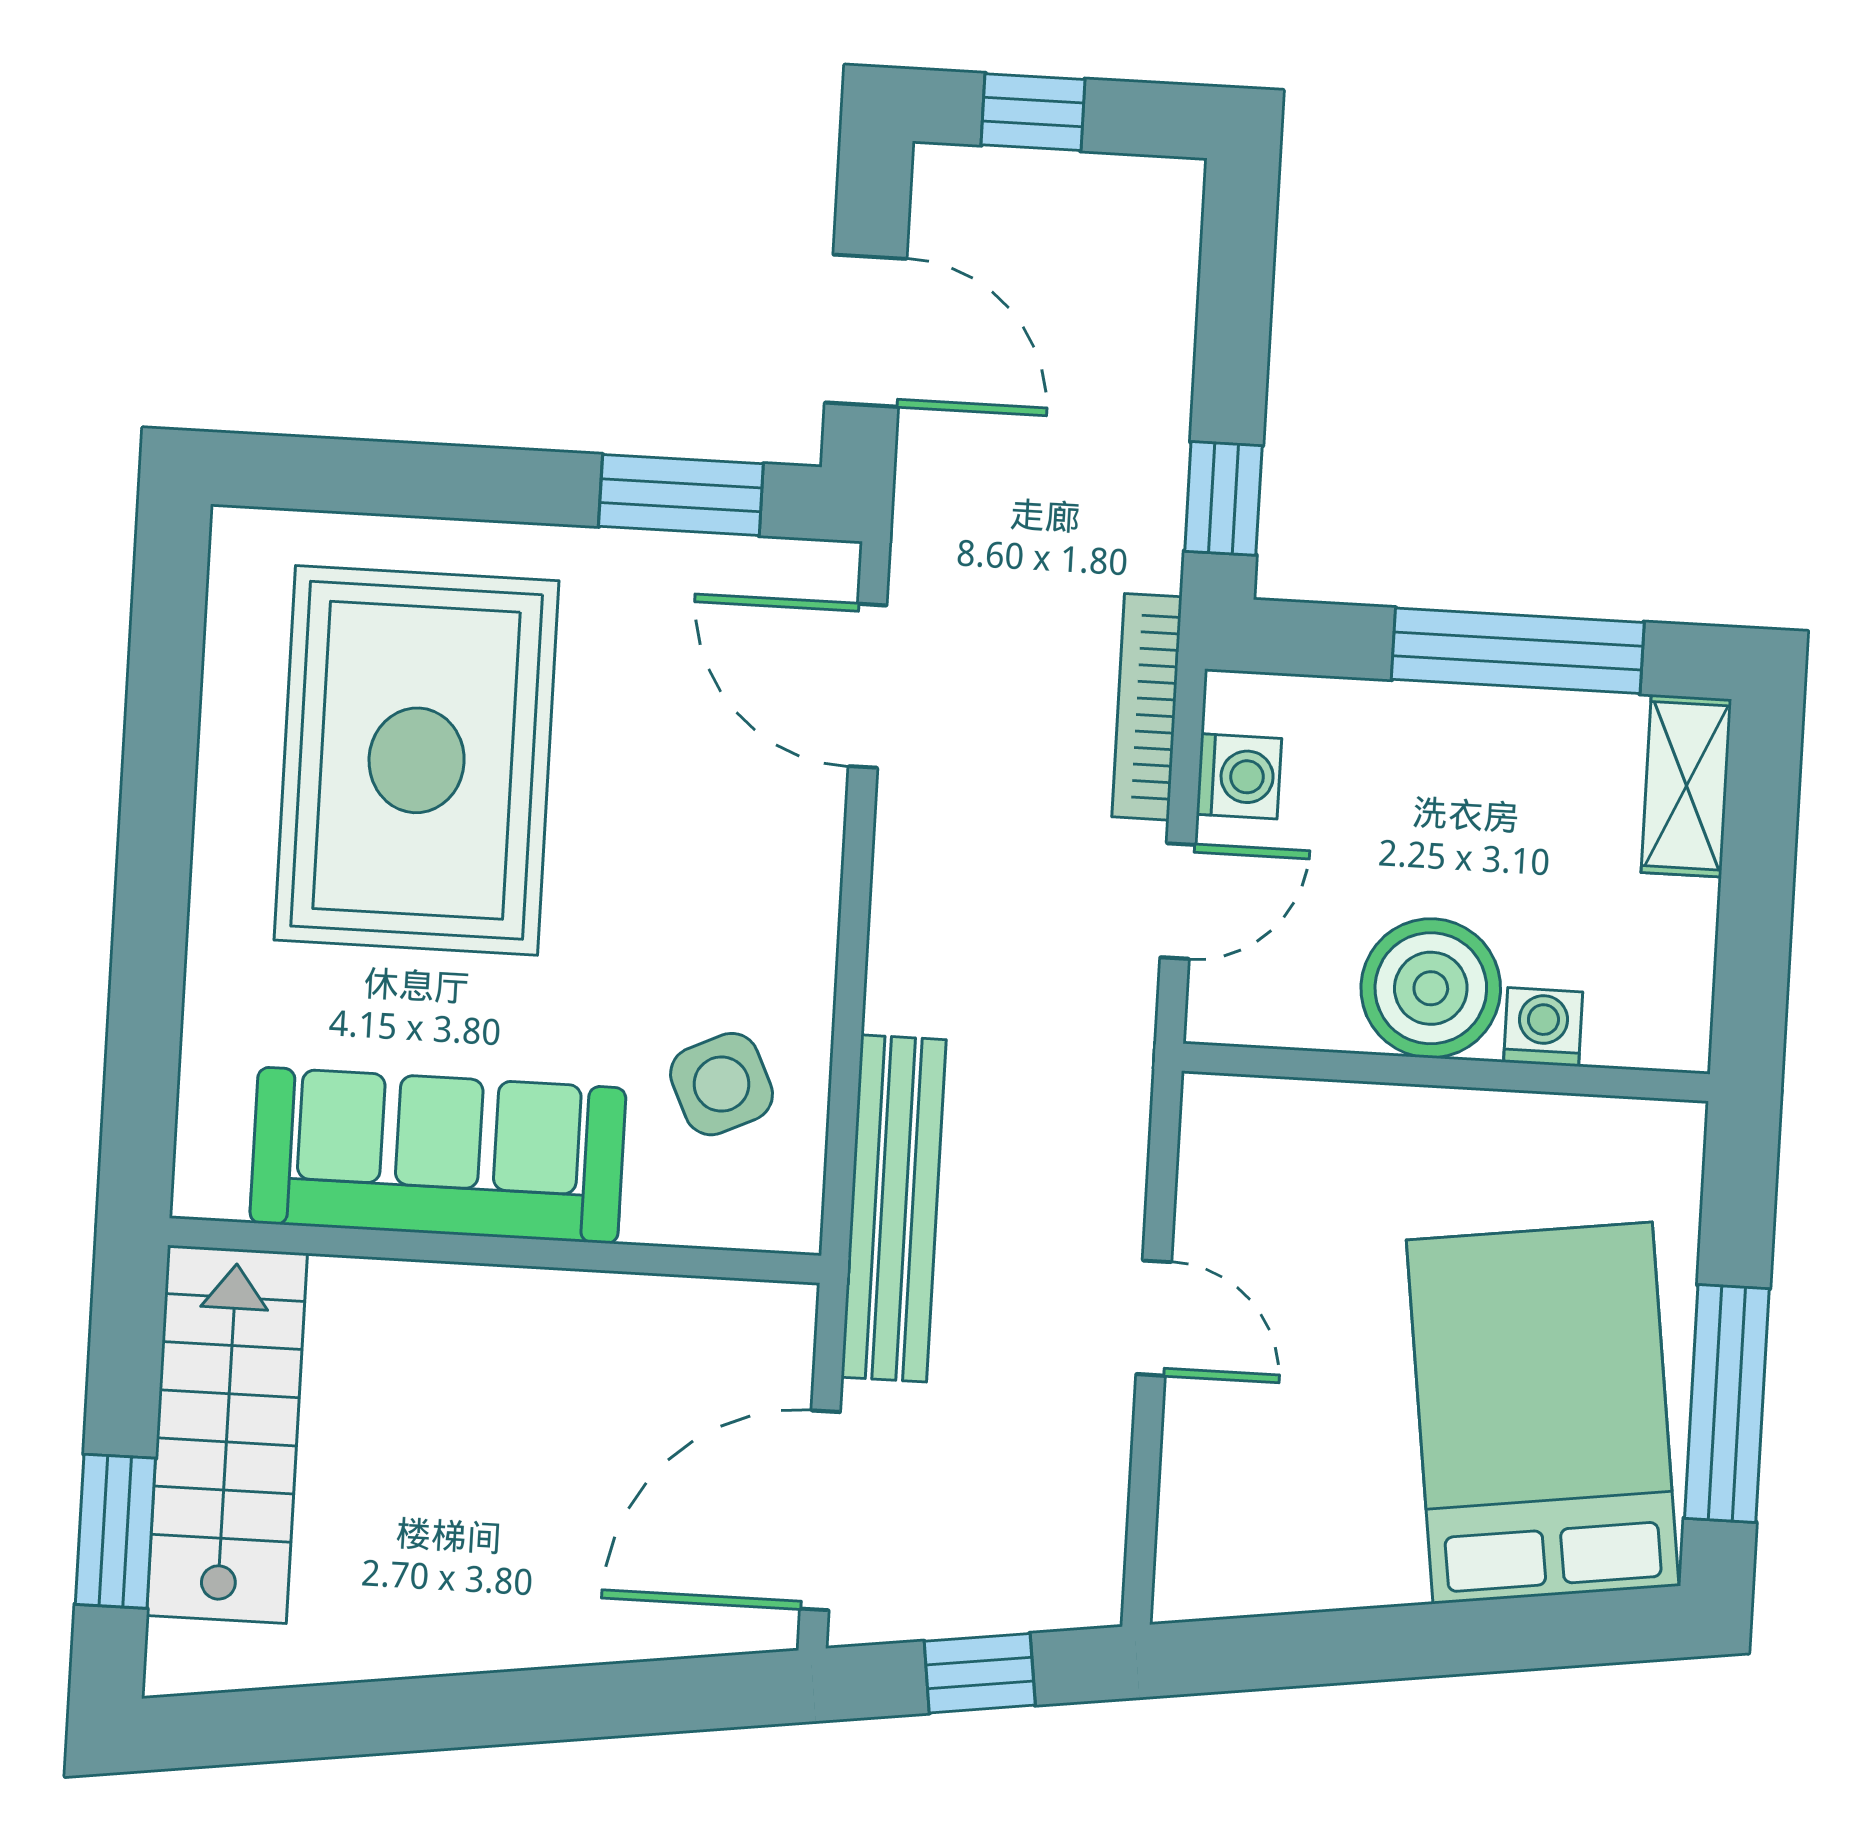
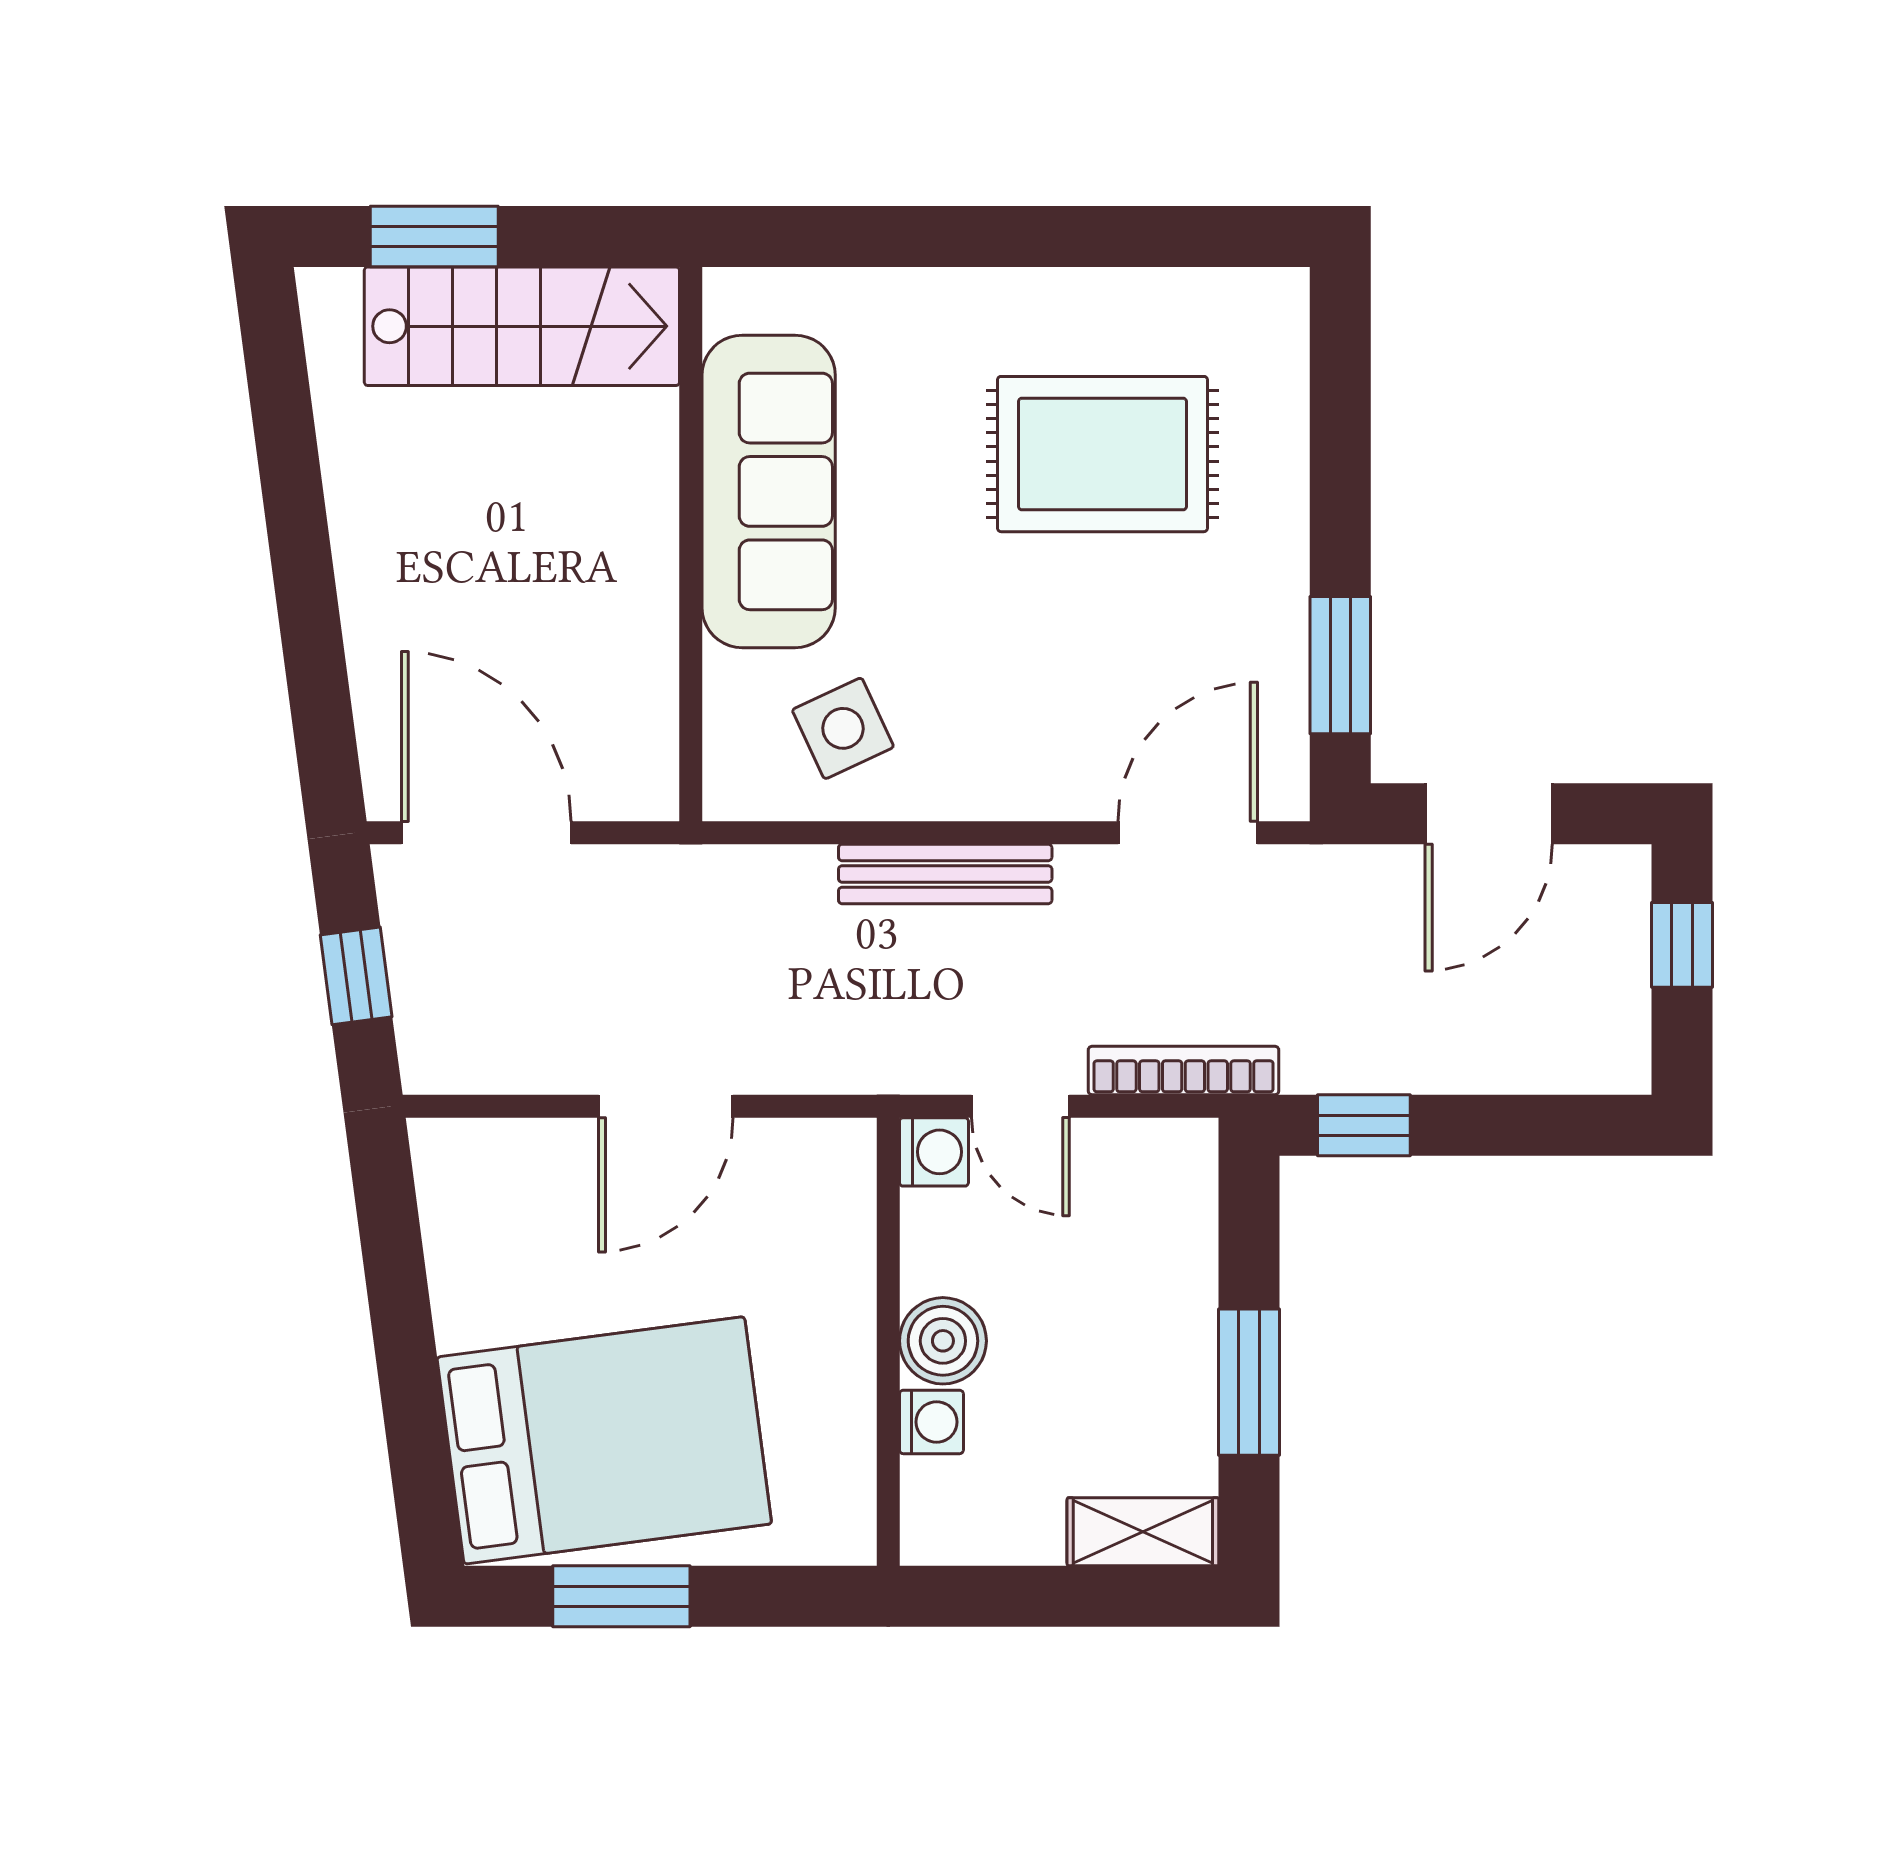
window: (1518, 651) -> (1249, 1382), width x0.69
rug: (417, 760) -> (1102, 454), width x0.73, depth x0.69
washing machine: (1239, 776) -> (934, 1152), moved, turned -90
boiler: (1431, 988) -> (943, 1341), width x0.73, depth x0.73
bench: (894, 1208) -> (945, 874), moved, width x0.73, depth x0.82
door: (1154, 1318) -> (666, 1106), width x1.38
window: (1727, 1404) -> (621, 1596), width x0.69

